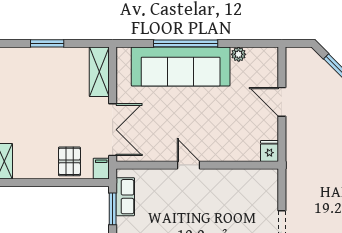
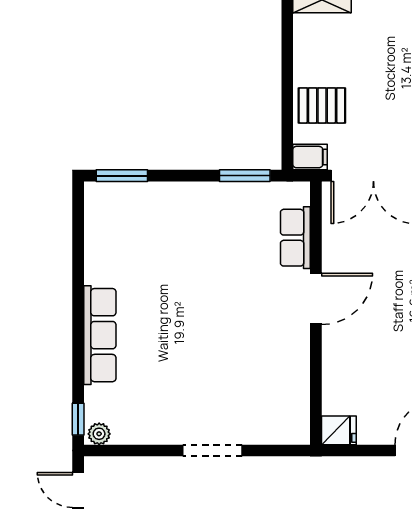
door: (189, 165) -> (316, 299), width x1.38
row of seats: (125, 197) -> (295, 238), moved, turned 90

